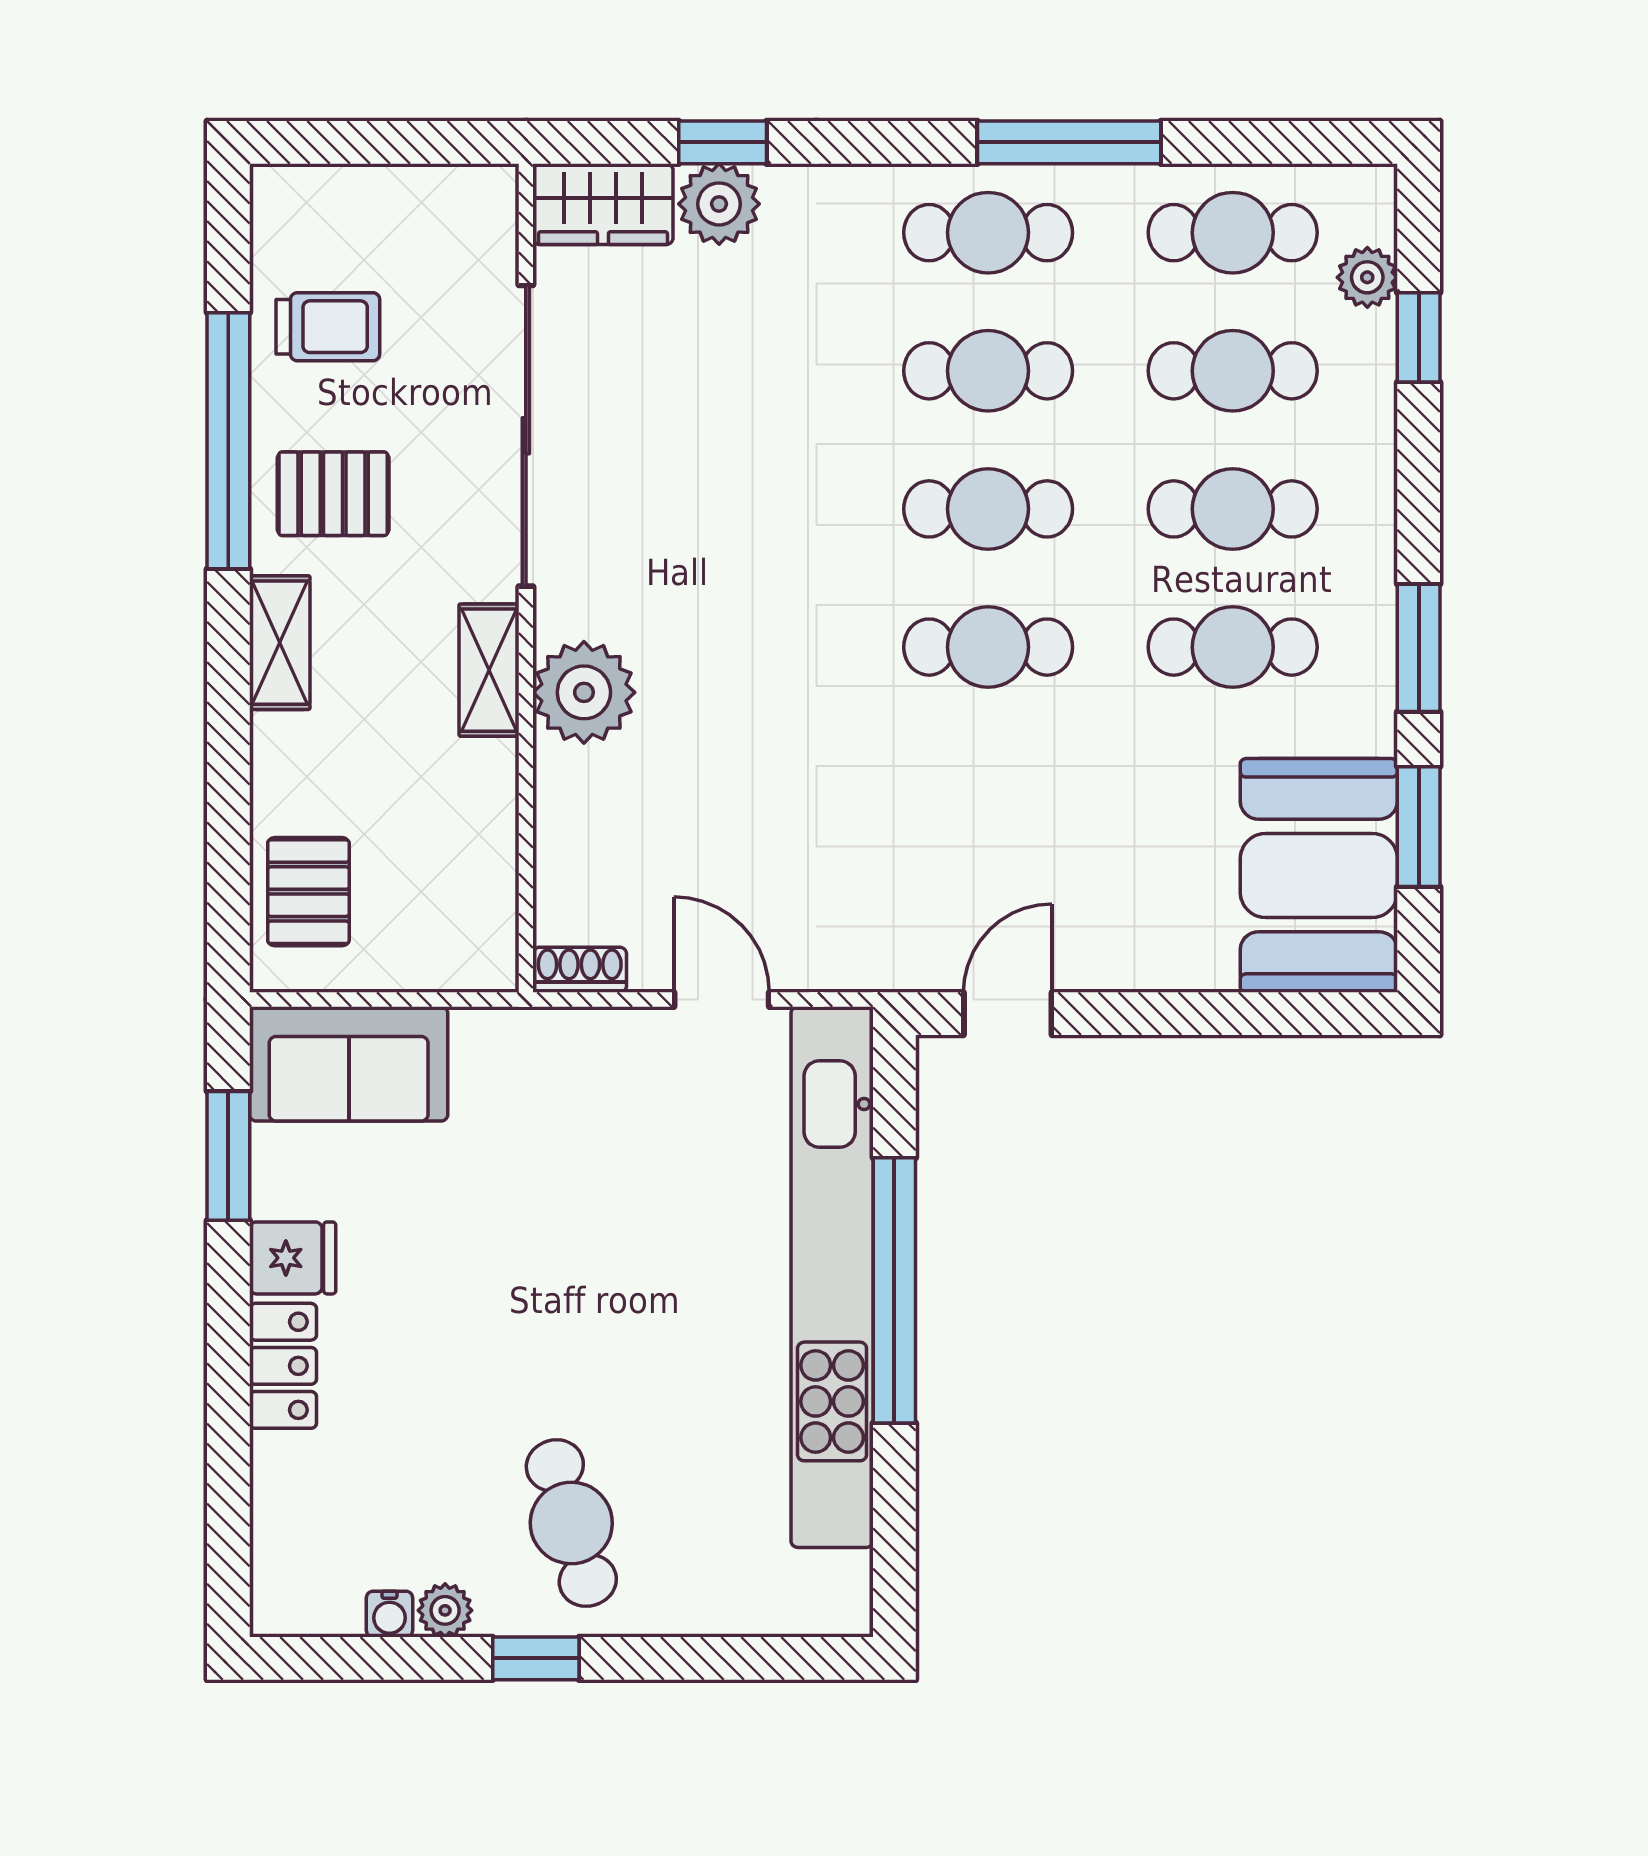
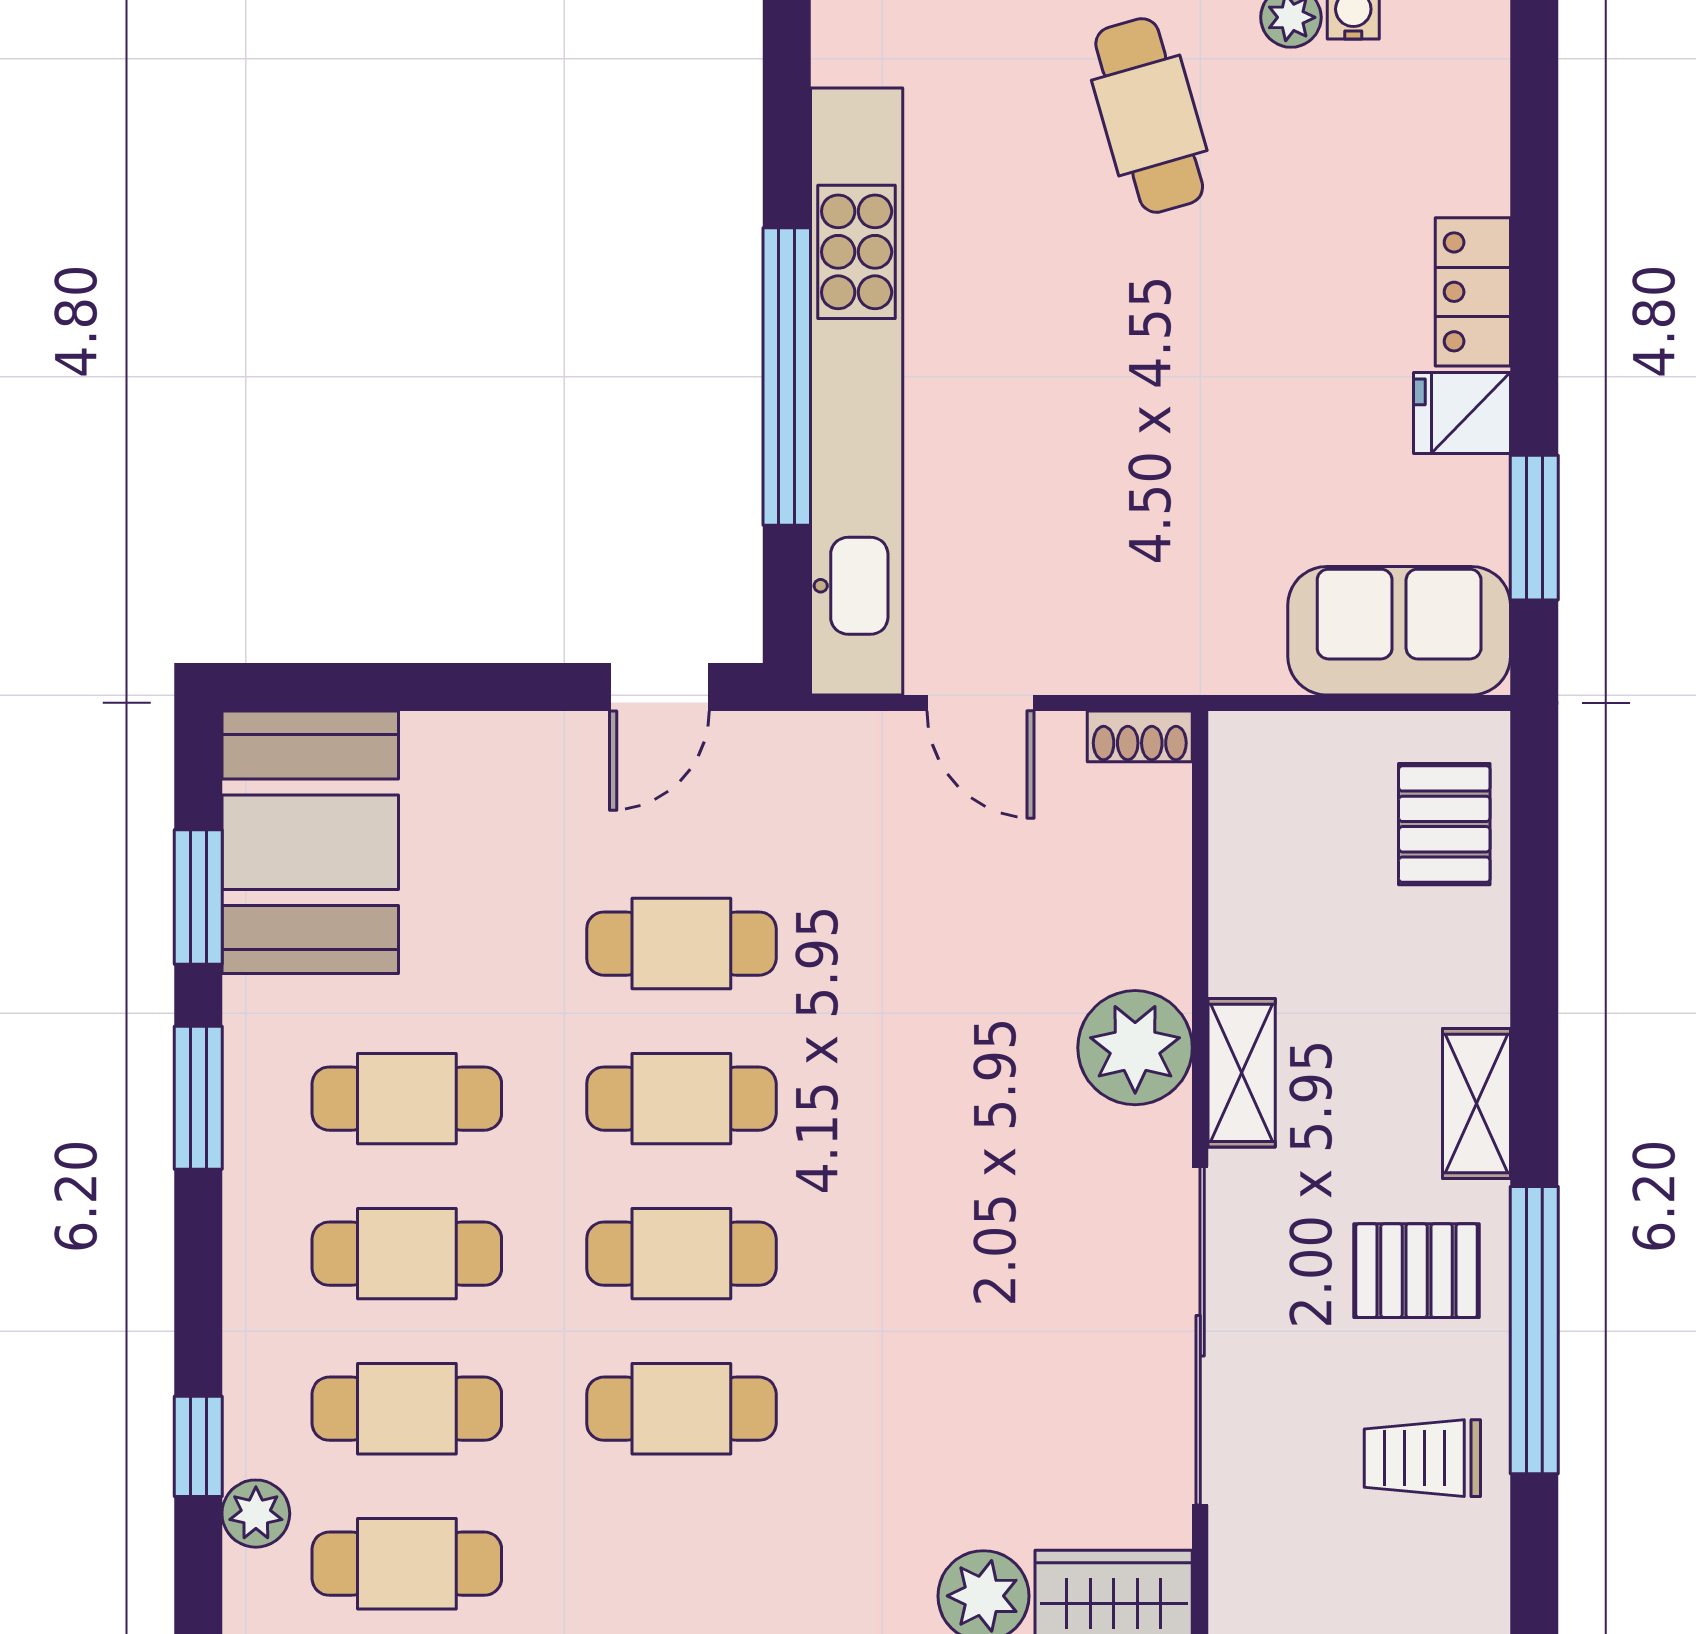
cafe table: (988, 233) -> (681, 944), moved

